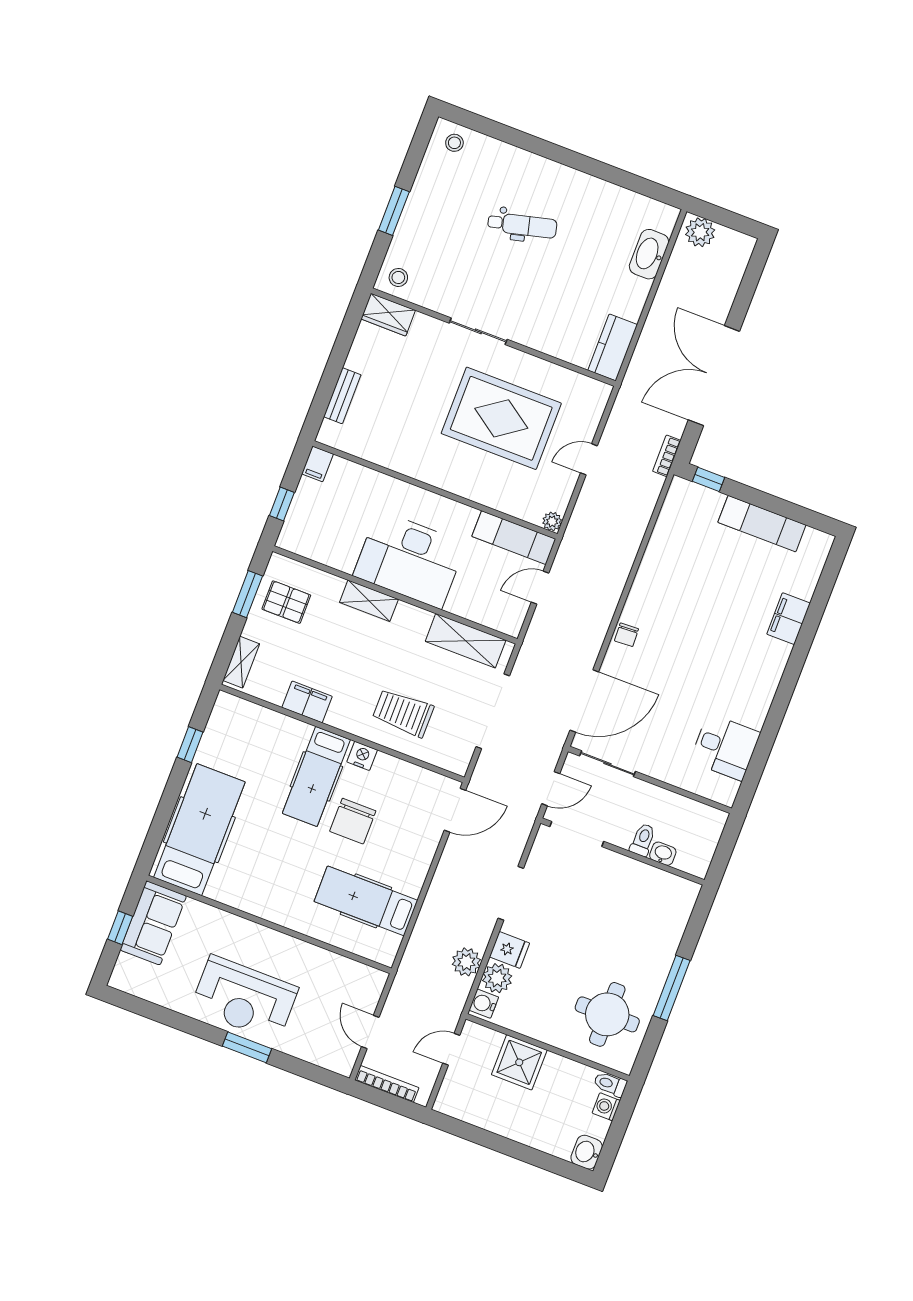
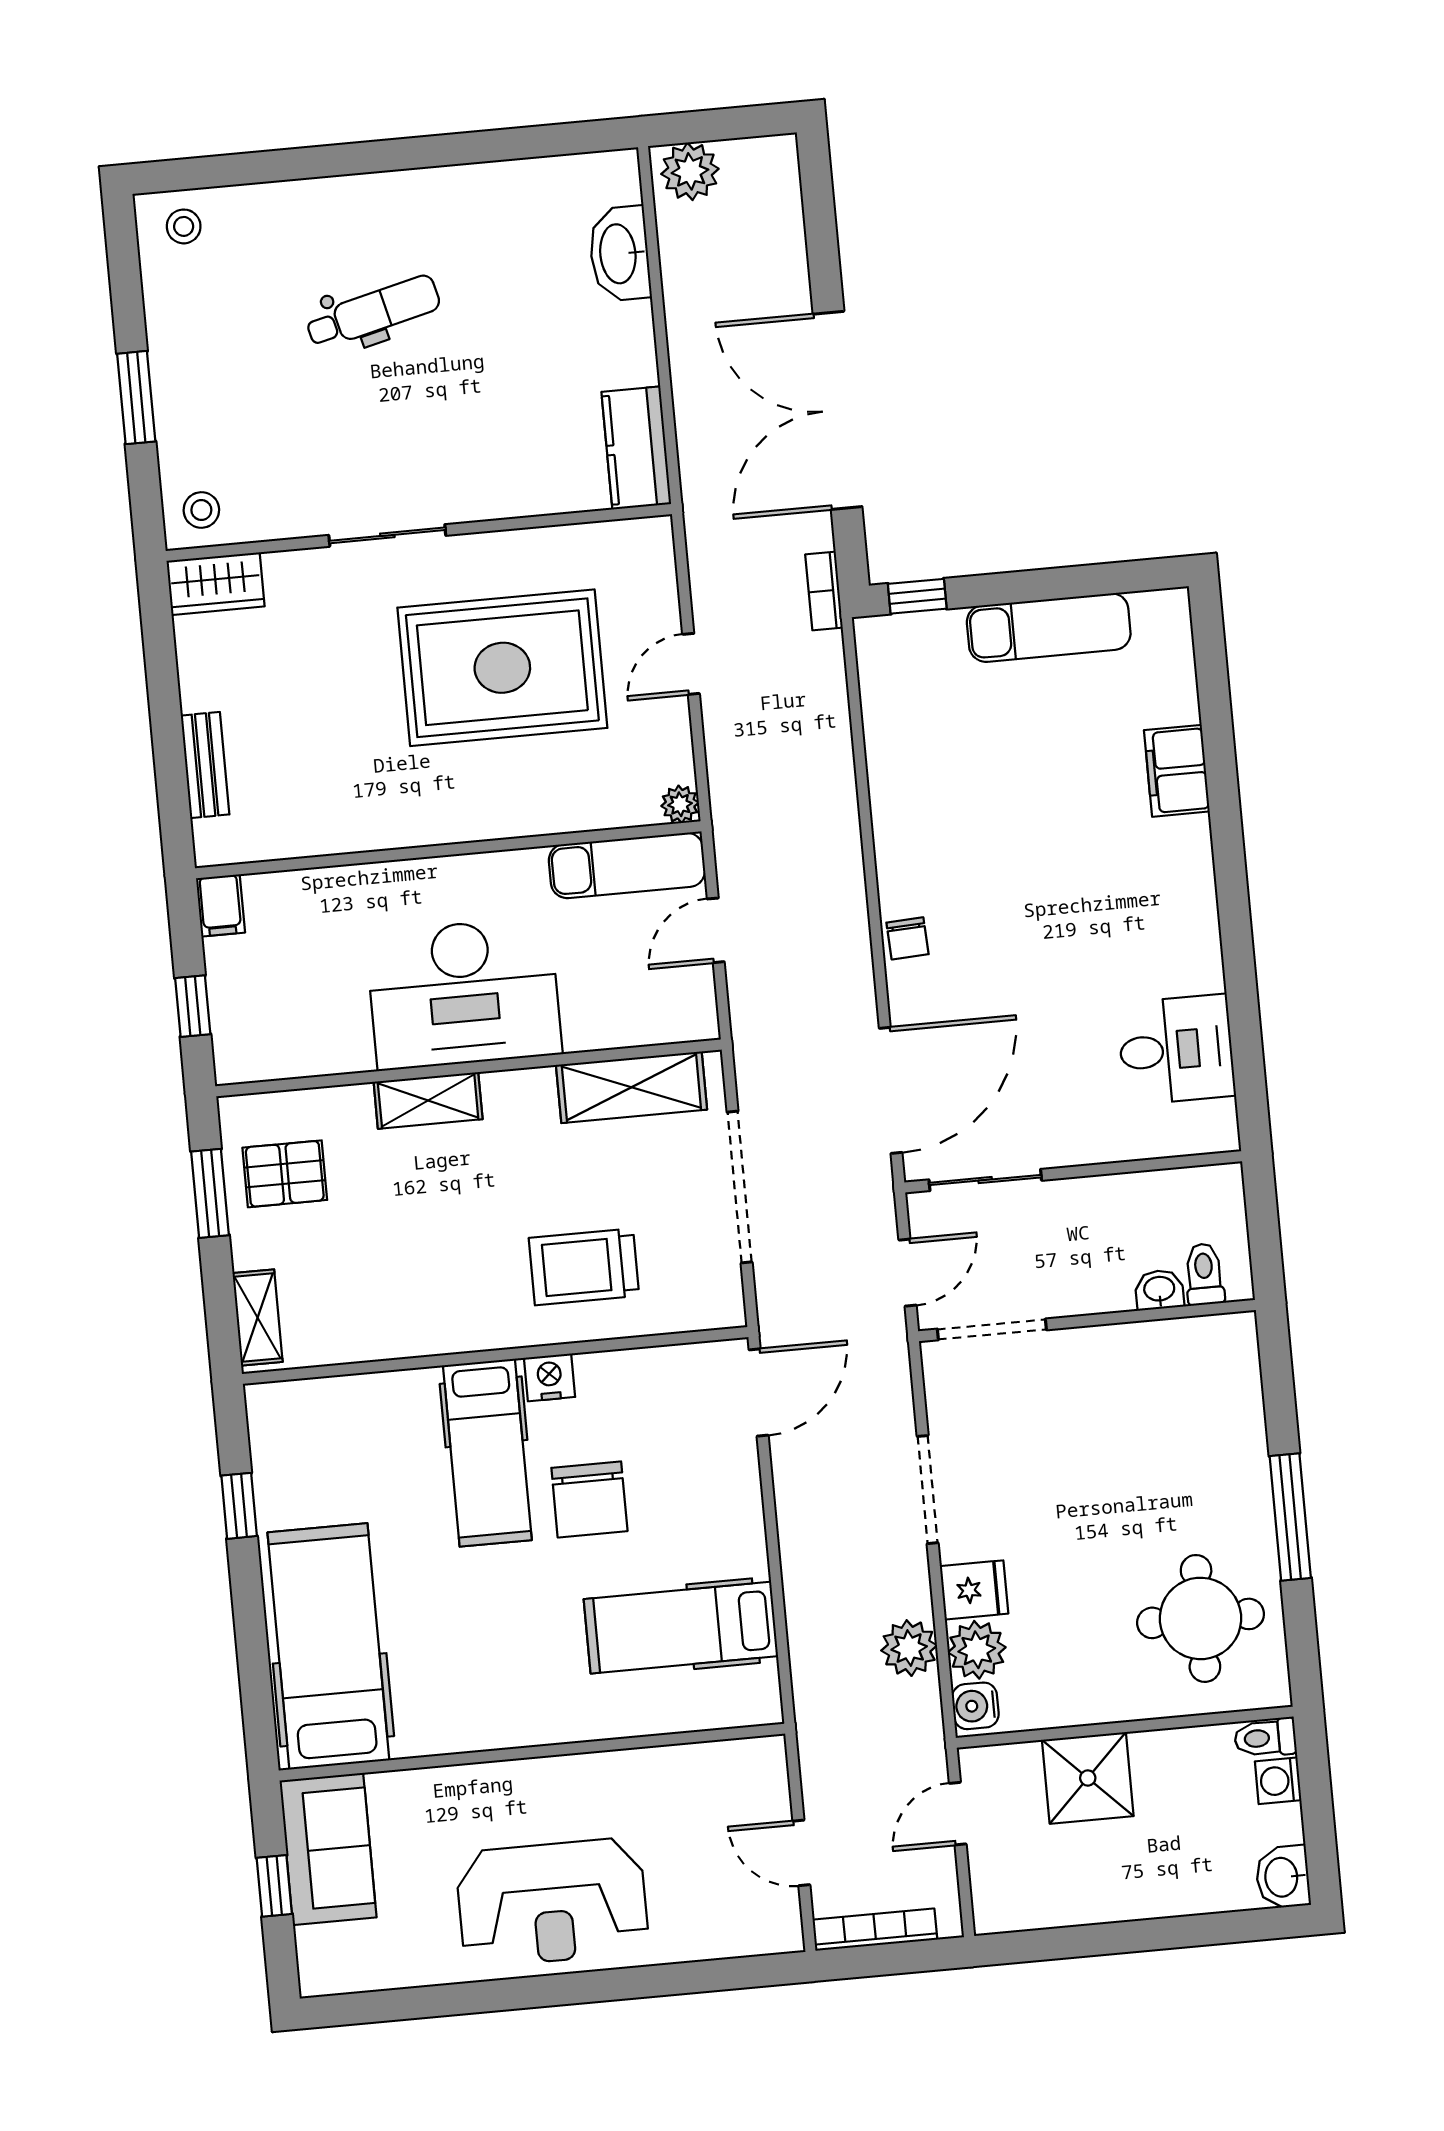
filing cabinet: (307, 702) -> (407, 1331), removed
toilet: (643, 840) -> (1204, 1274), moved
window: (247, 1047) -> (599, 1986), removed

